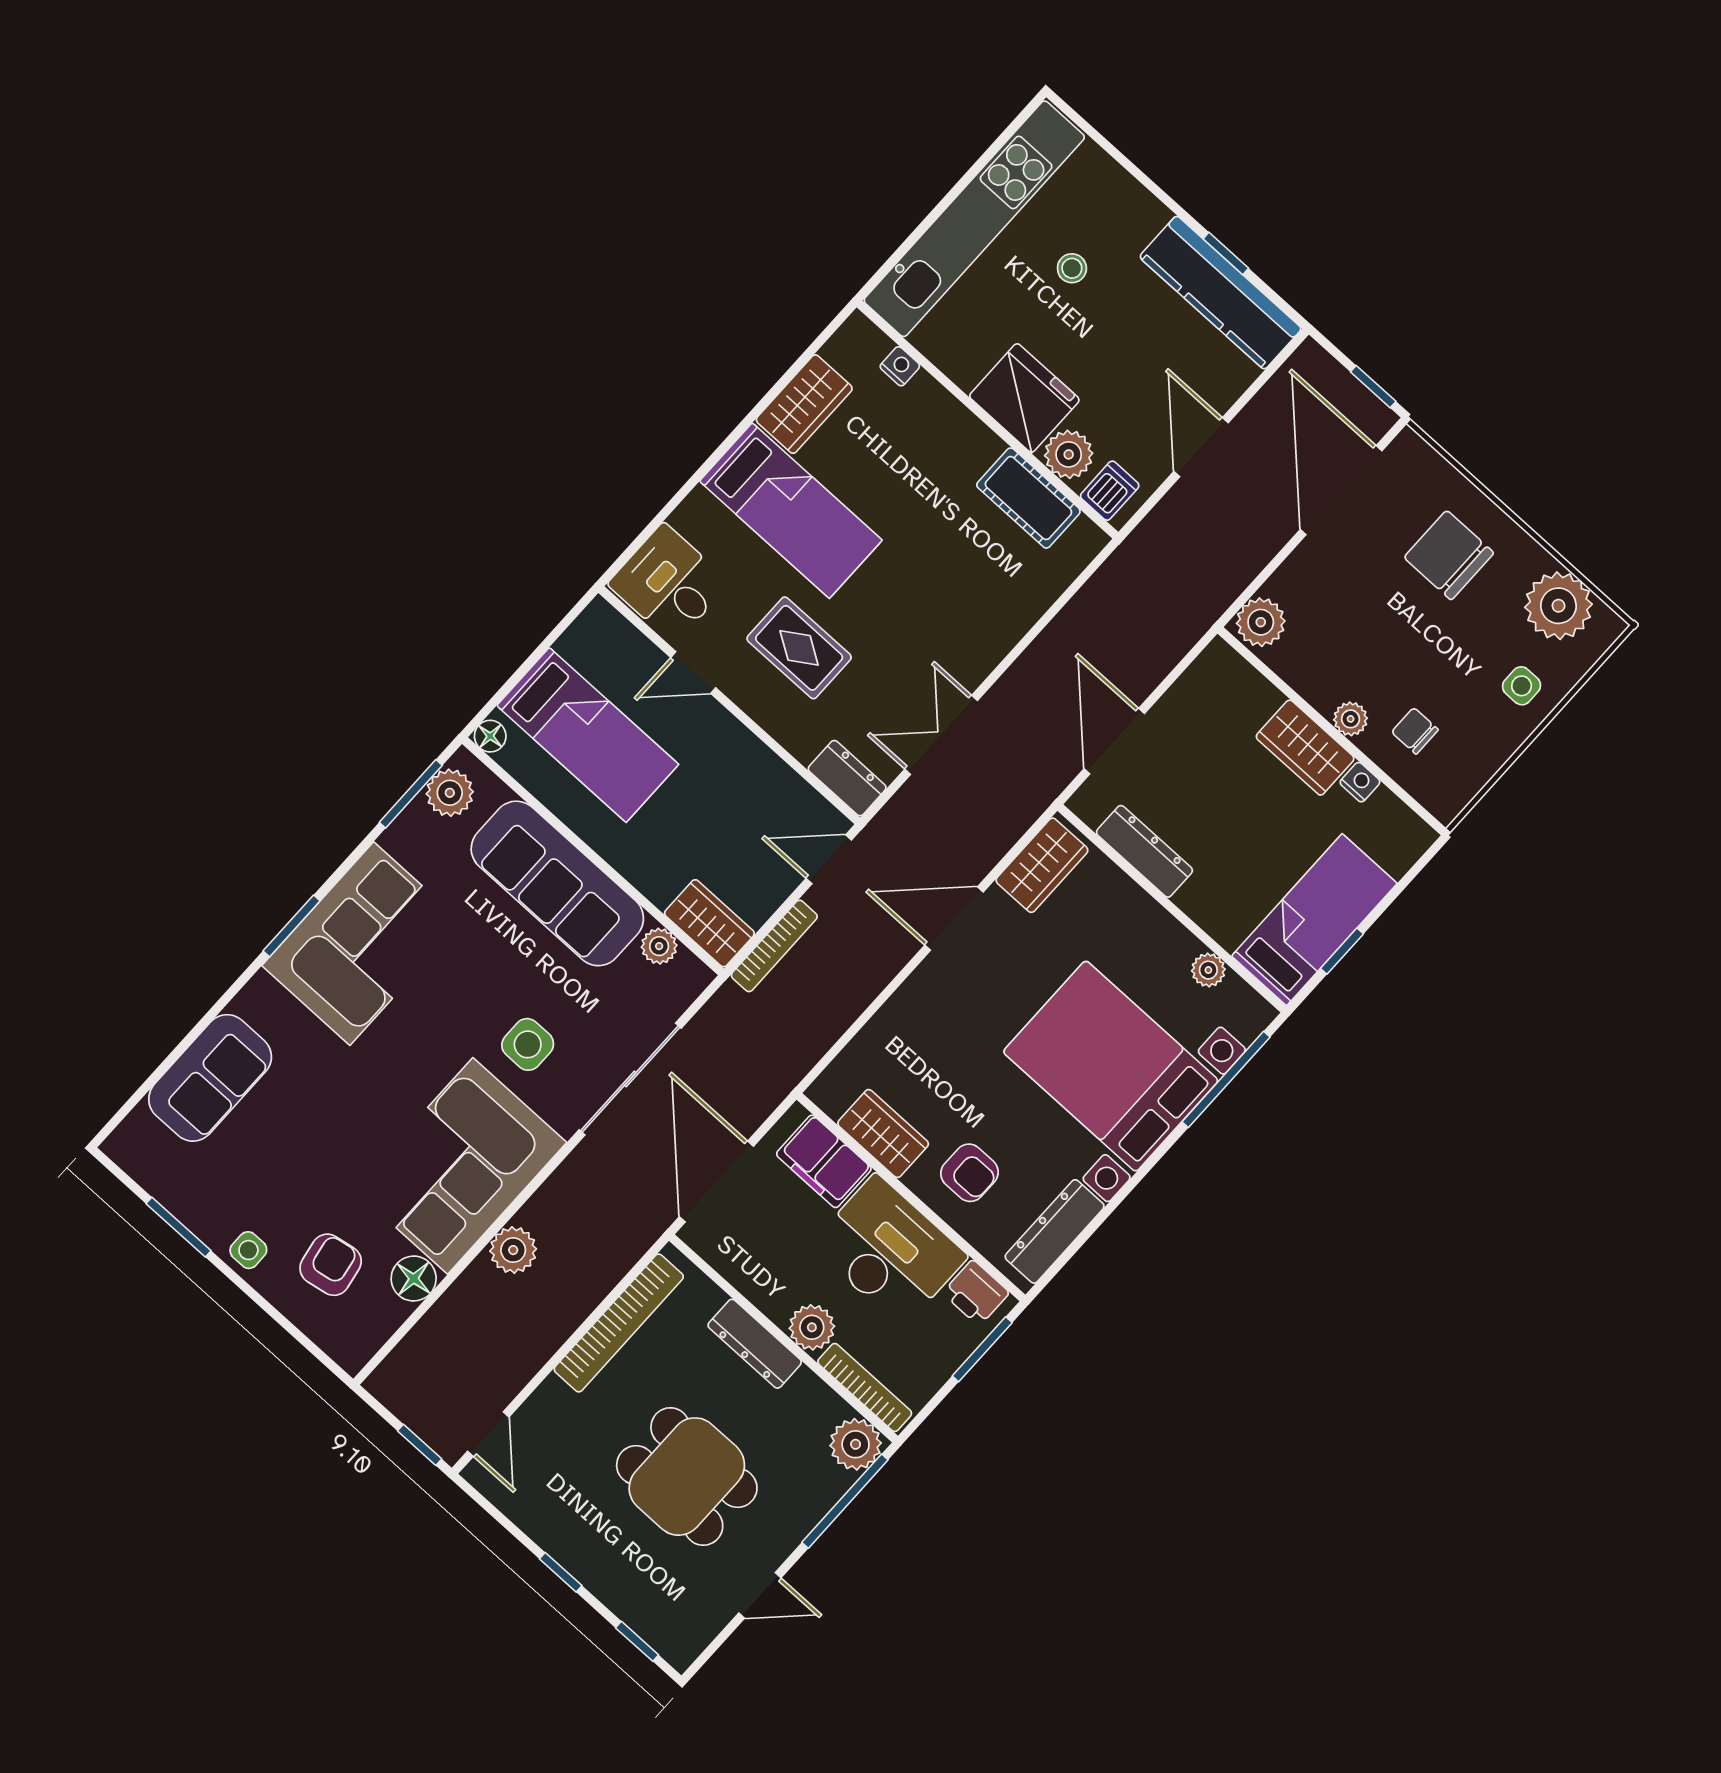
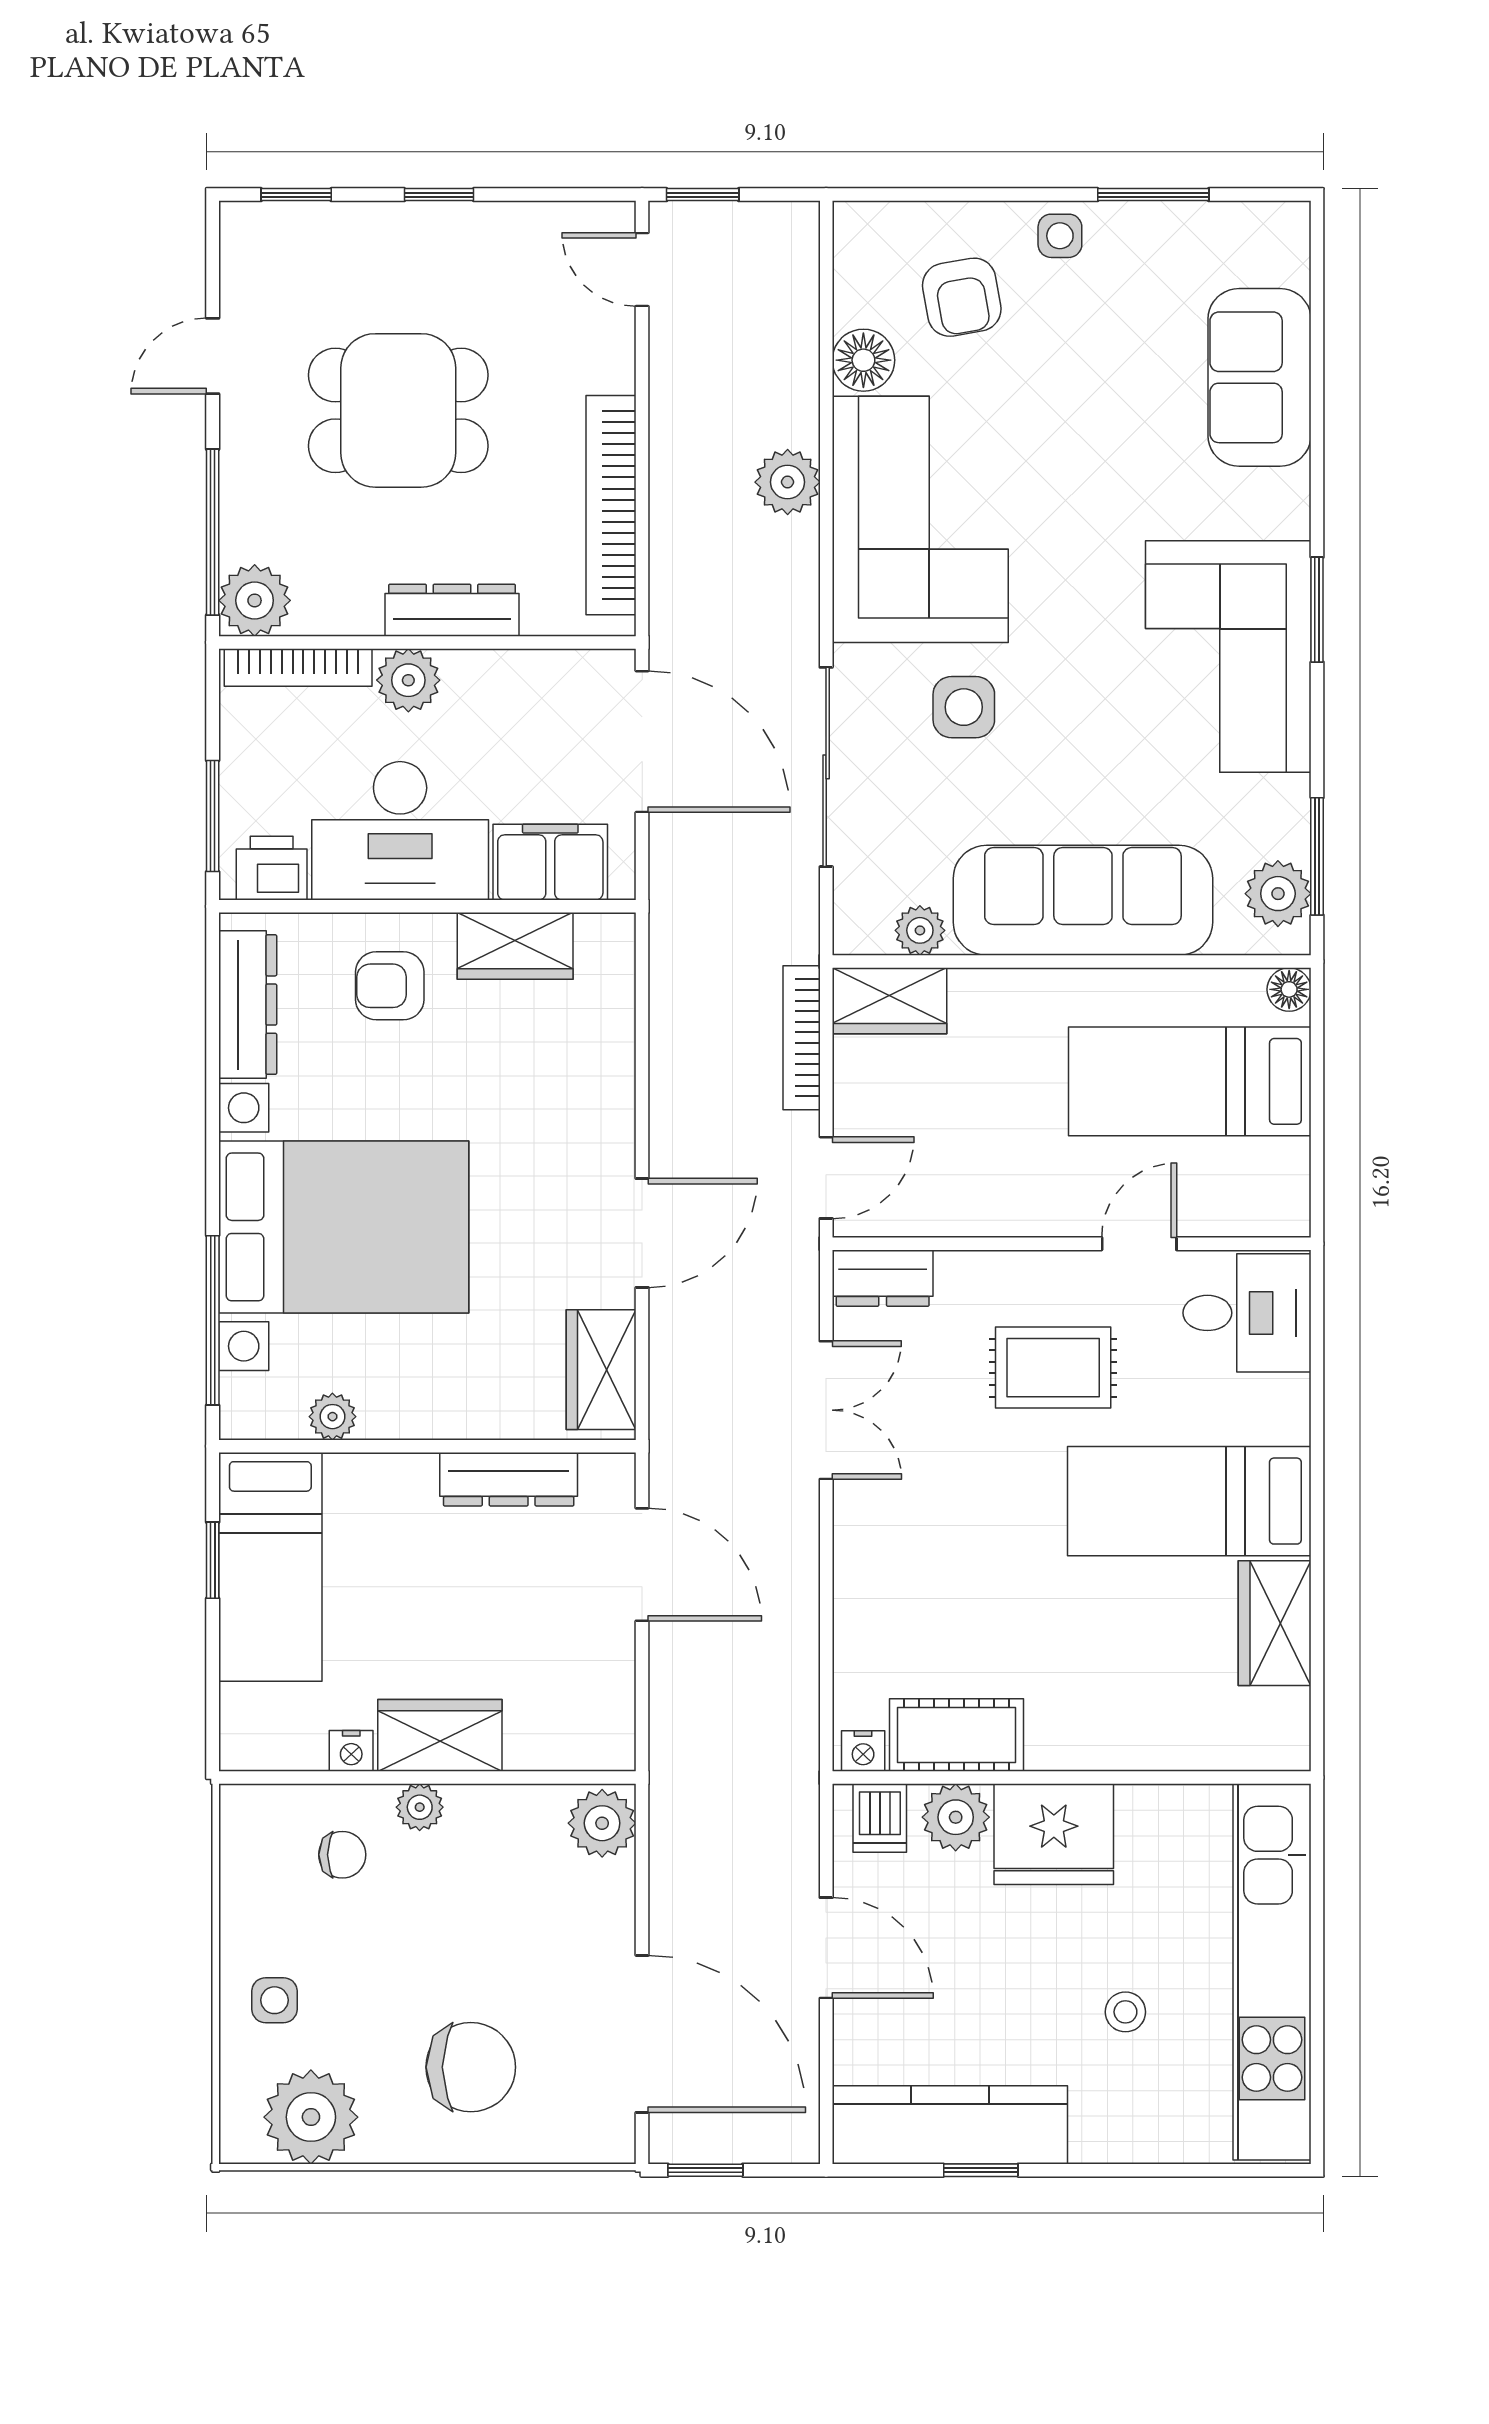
nightstand: (900, 366) -> (863, 1751), moved

